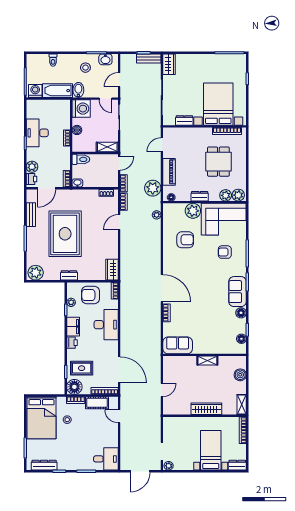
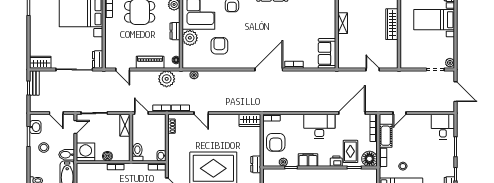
dresser: (184, 120) -> (98, 60), moved
desk: (106, 325) -> (319, 126), moved
printer: (72, 343) -> (336, 161), moved

